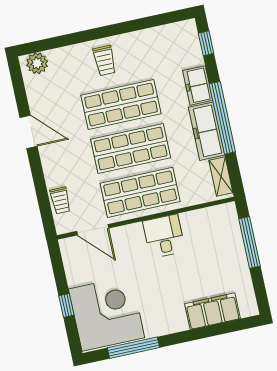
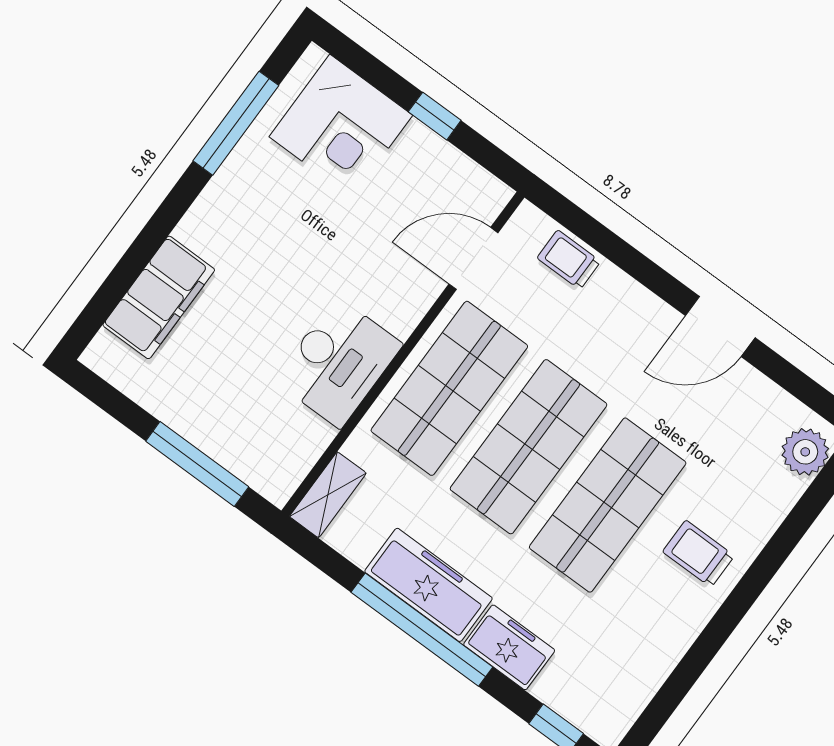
shelving: (221, 177) -> (328, 495), moved, turned 90
desk: (164, 236) -> (338, 362), width x1.37
window: (66, 305) -> (435, 116), moved
corner desk: (107, 313) -> (341, 126), width x0.74, depth x0.74

